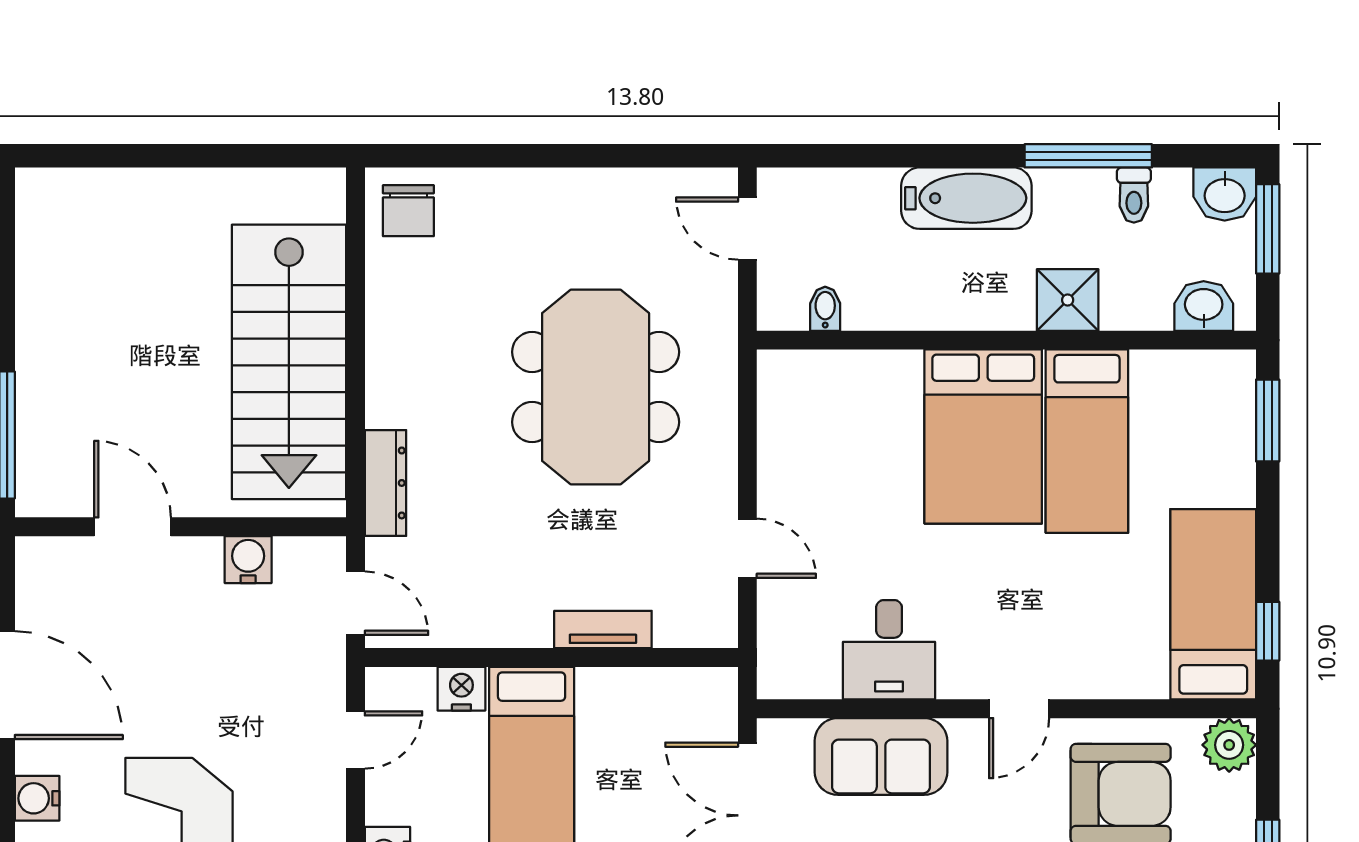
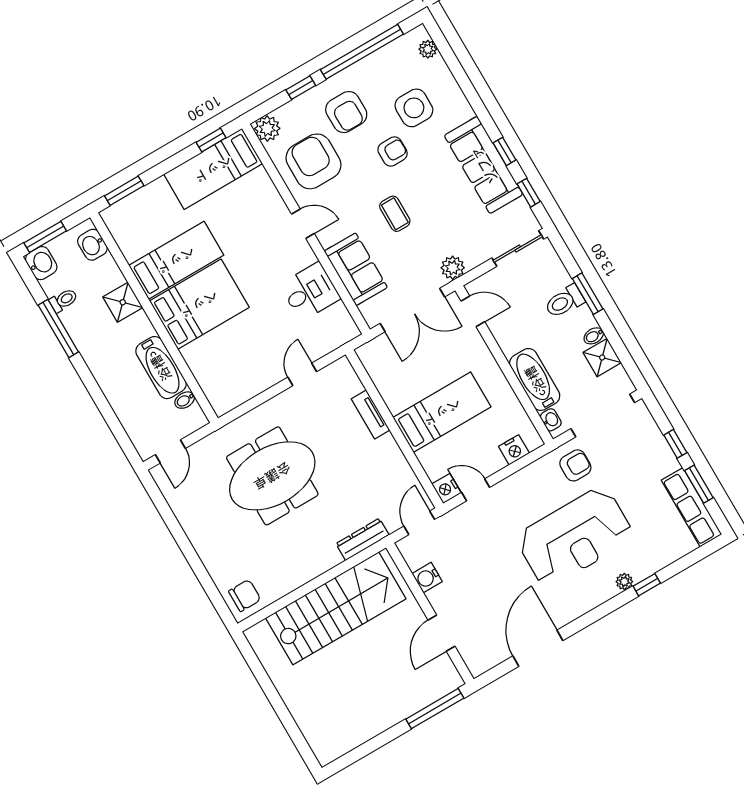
bathtub: (966, 198) -> (161, 368), moved, turned 180
nightstand: (461, 689) -> (447, 489), moved
water cooler: (37, 798) -> (576, 607), removed

